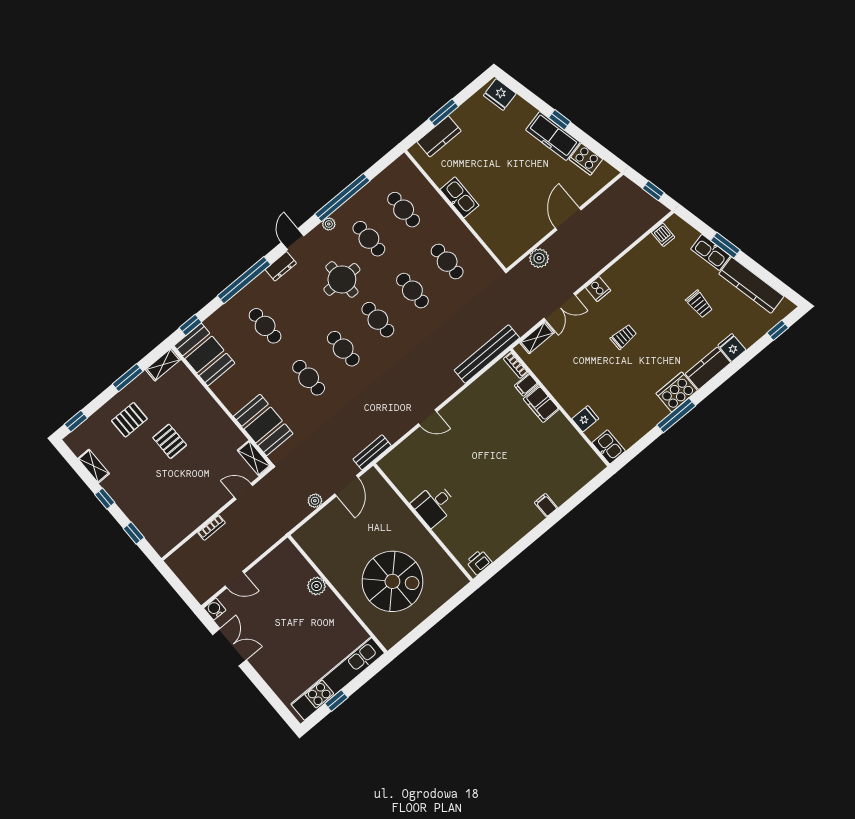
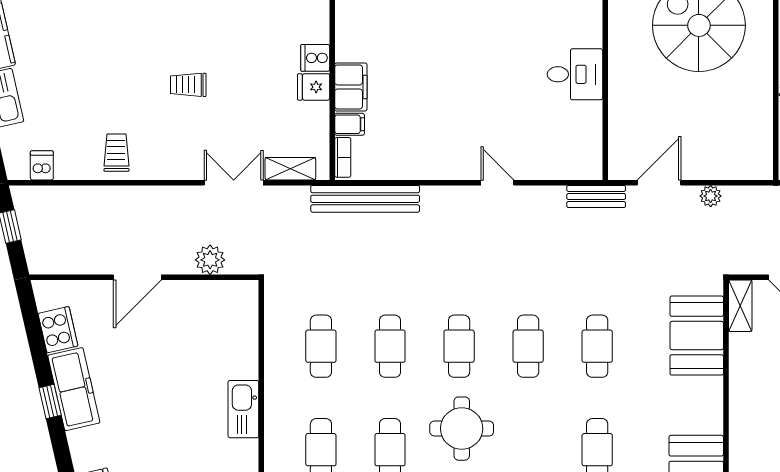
cooker: (598, 289) -> (315, 58), moved, turned -90
trolley: (699, 304) -> (116, 153), moved
fridge: (585, 419) -> (314, 87), moved

